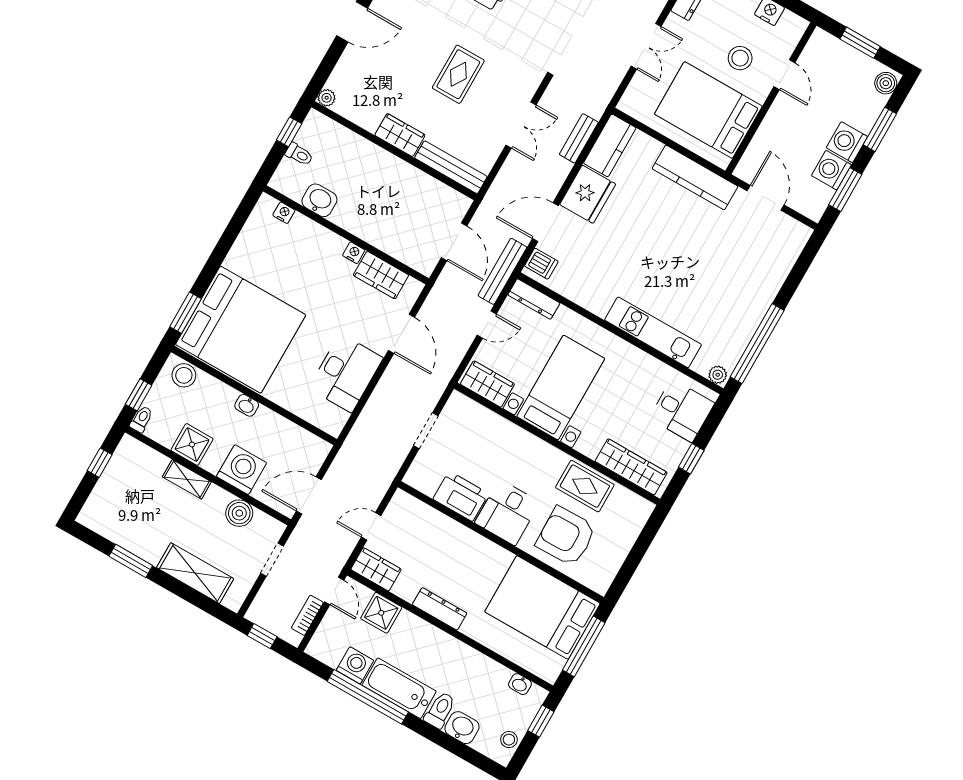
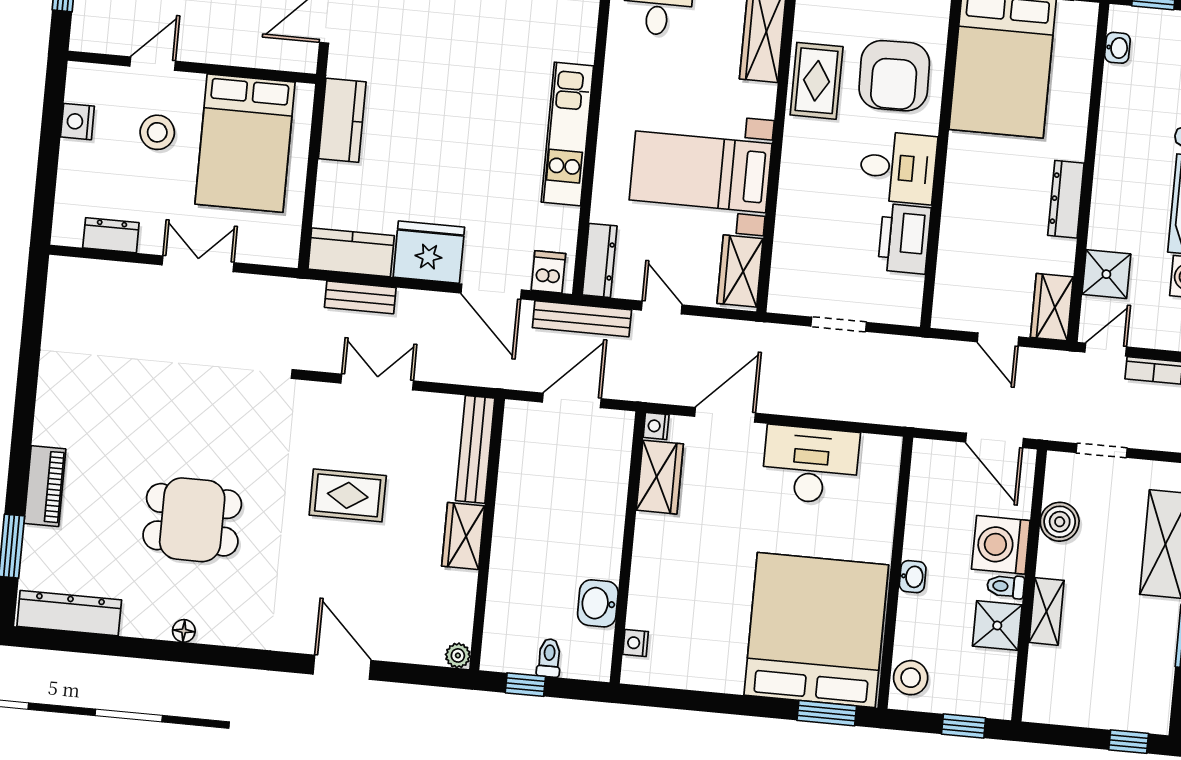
kitchen counter: (695, 177) -> (342, 120), width x0.67
nightstand: (354, 253) -> (656, 426), moved
kitchen unit: (653, 332) -> (567, 134), moved
toilet: (141, 419) -> (1006, 586), moved
window: (100, 463) -> (1129, 742), moved

